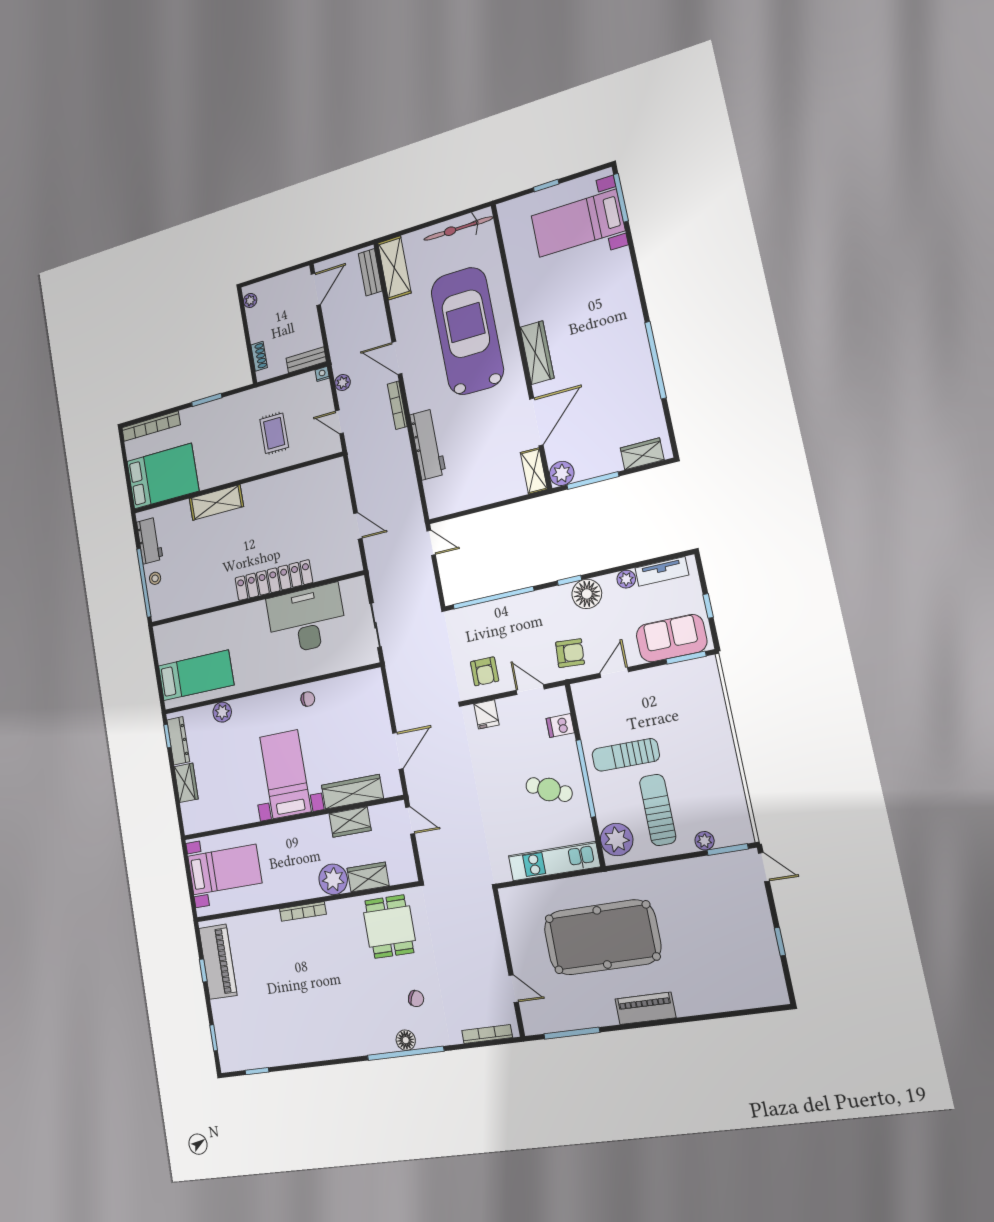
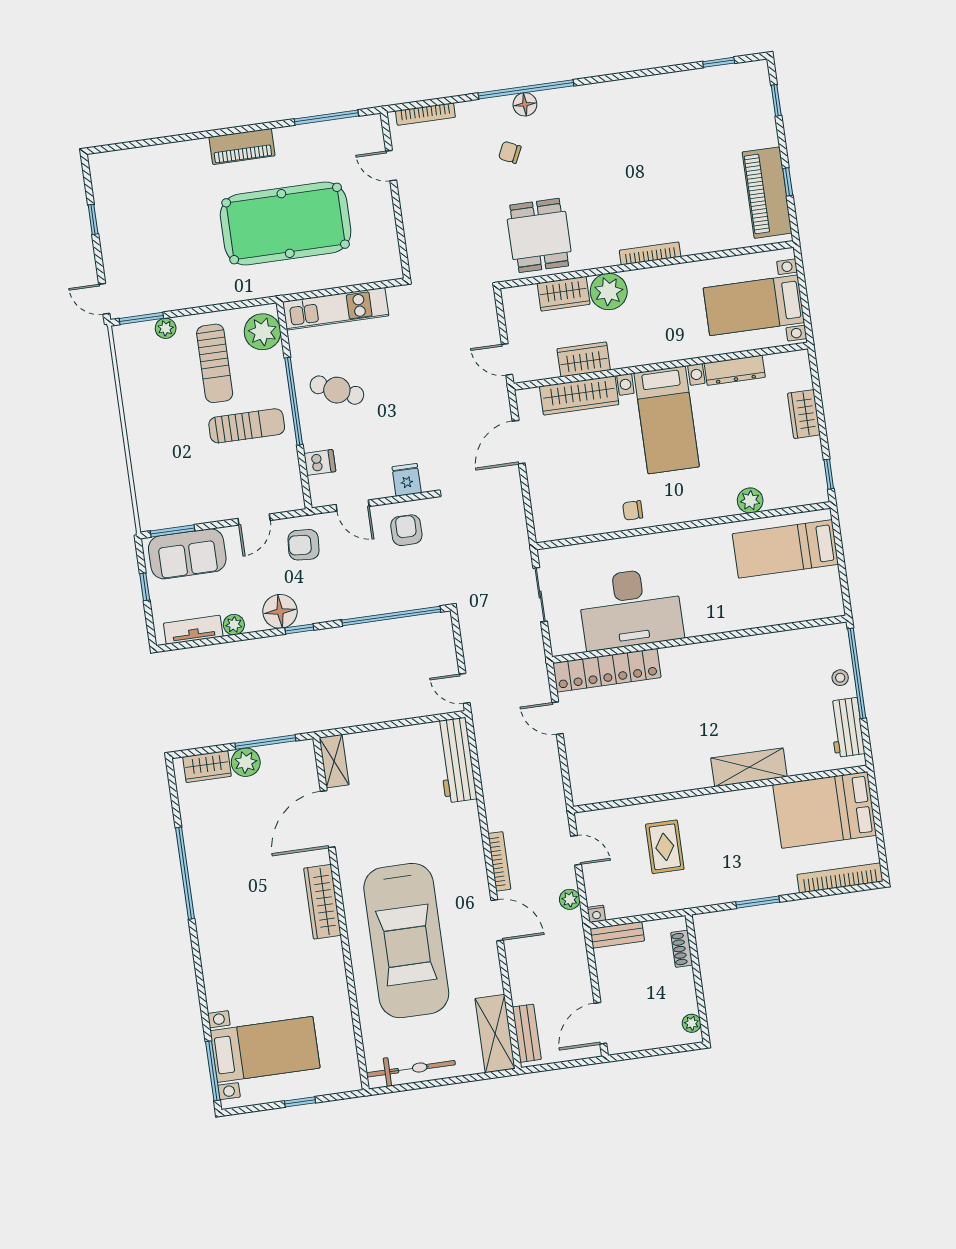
workbench: (428, 444) -> (456, 760), moved
plant: (562, 473) -> (246, 762), moved
locker: (274, 580) -> (607, 670), moved
dresser: (178, 741) -> (735, 370), moved, turned -90

